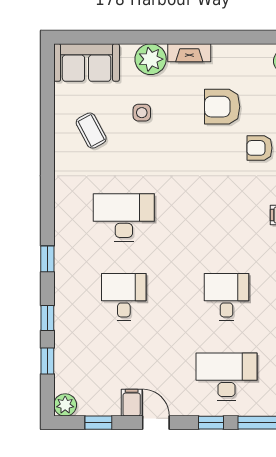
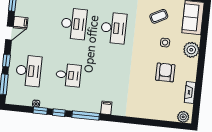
fireplace: (189, 53) -> (190, 93), moved
armchair: (222, 107) -> (165, 72), moved
armchair: (259, 148) -> (141, 99), removed
desk: (124, 297) -> (74, 24), width x1.37

